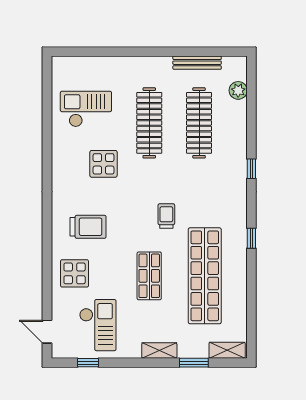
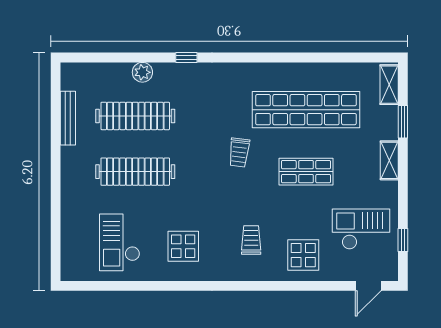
plant: (238, 90) -> (142, 72), moved
display table: (104, 164) -> (183, 246), moved
trolley: (166, 216) -> (239, 152), turned -83
trolley: (88, 227) -> (251, 240), width x0.73, depth x0.72
window: (251, 238) -> (264, 57), removed

